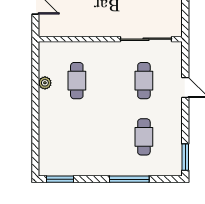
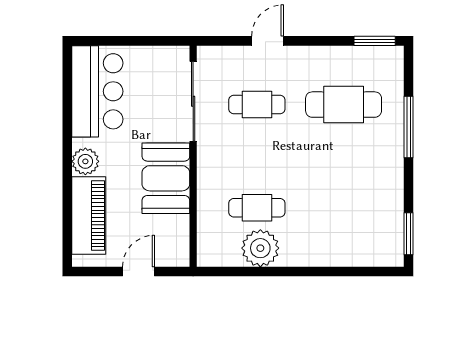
booth: (96, 21) -> (166, 178), added
plant: (45, 83) -> (260, 248), width x1.87, depth x1.87
cafe table: (144, 137) -> (344, 105), width x1.37, depth x1.35

